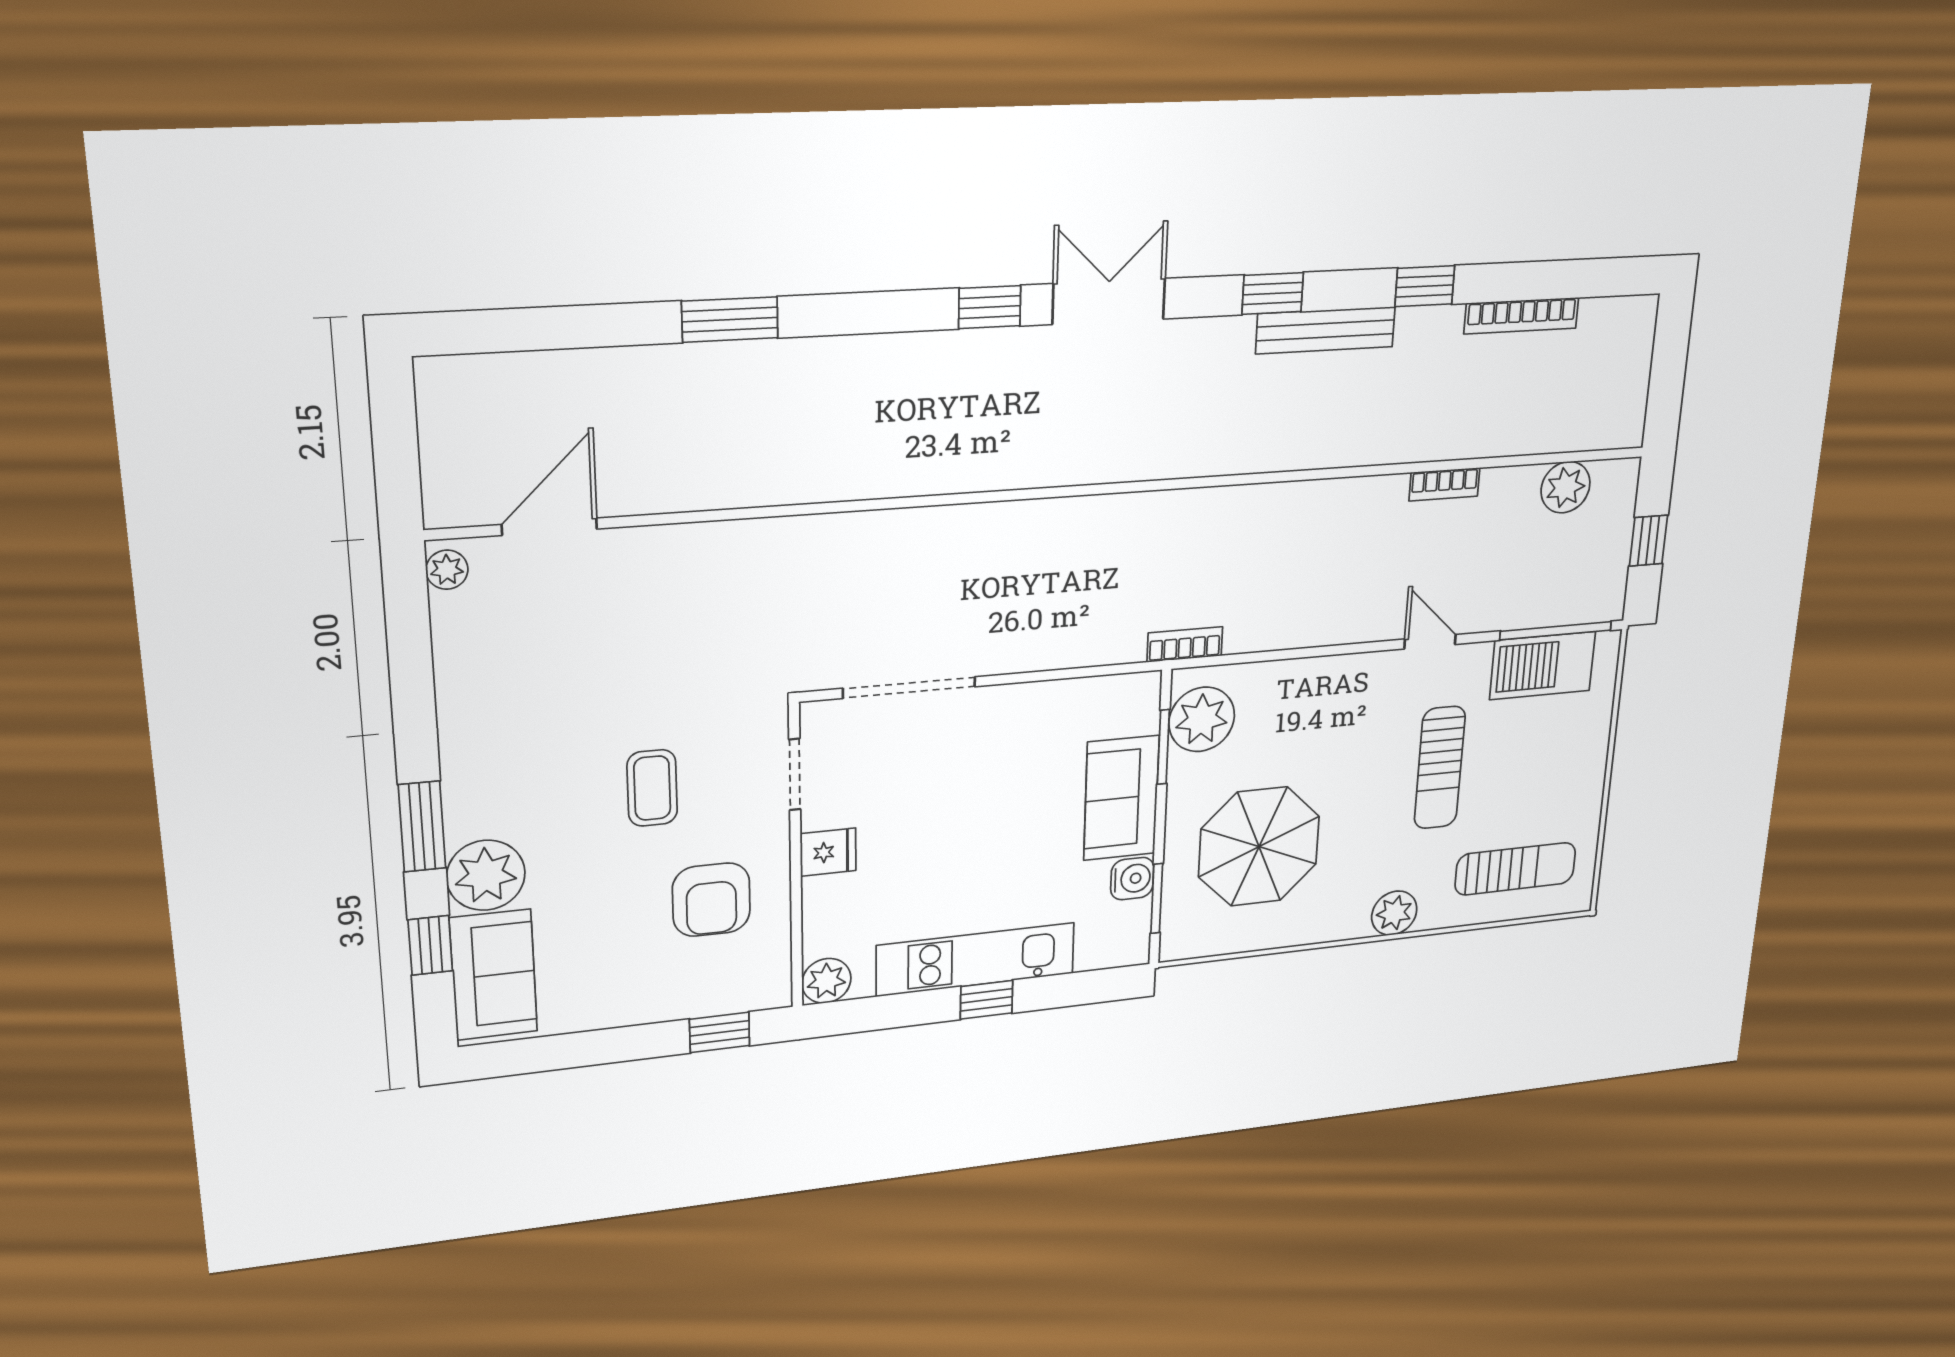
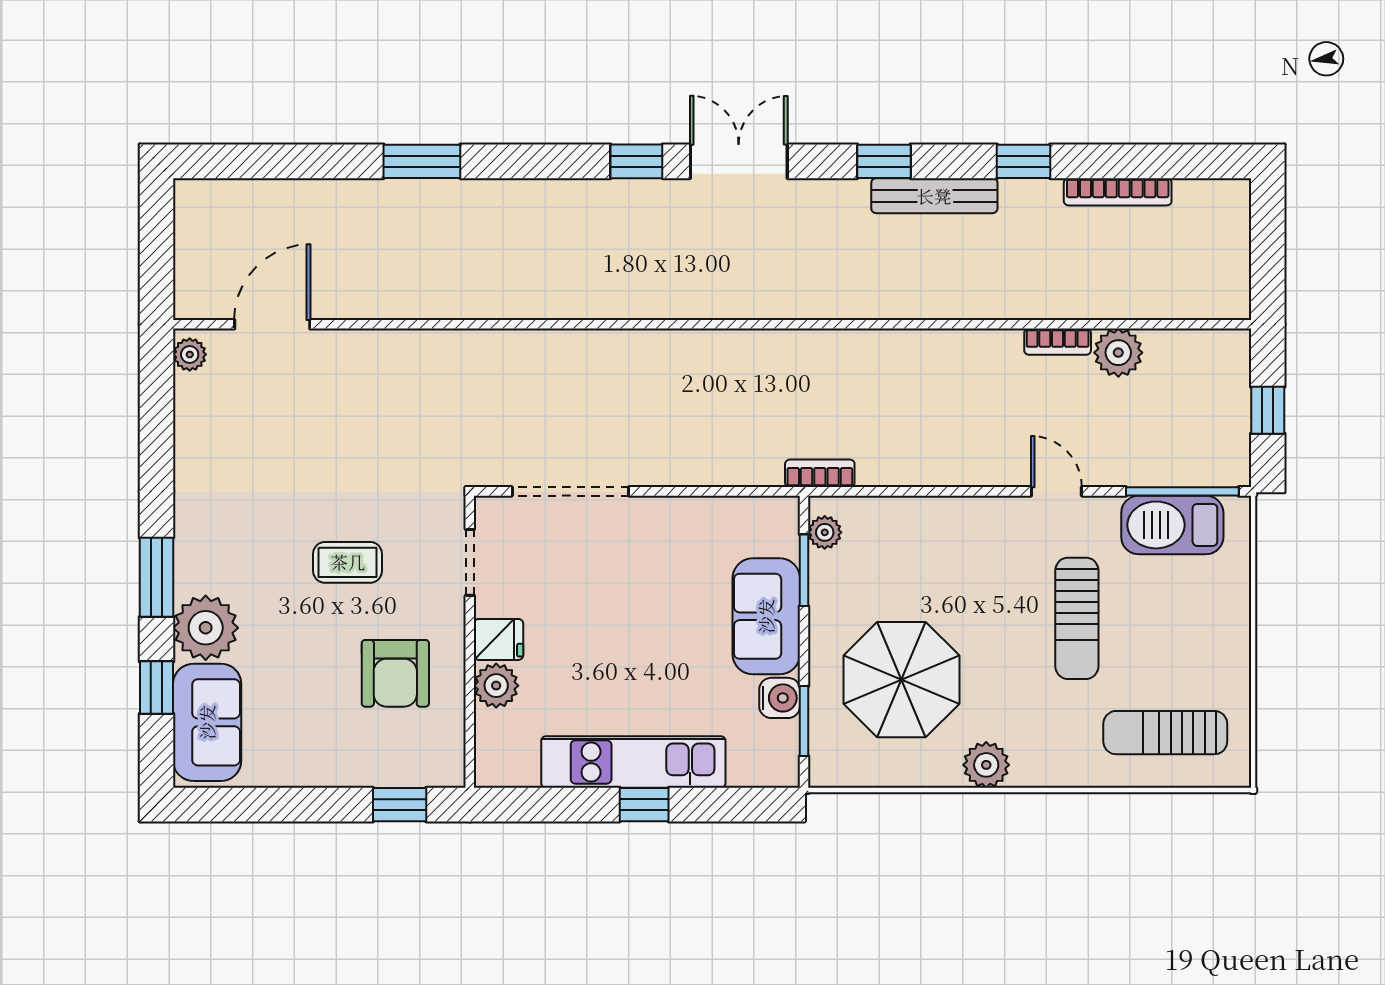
plant: (1566, 487) -> (1118, 353), moved
plant: (1202, 719) -> (825, 532), width x0.53, depth x0.53
coffee table: (652, 788) -> (348, 562), turned 90
sun lounger: (1515, 869) -> (1165, 733), turned 180
plant: (1394, 913) -> (986, 765), moved
plant: (826, 981) -> (496, 686), moved

